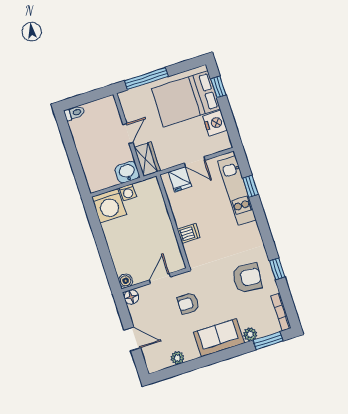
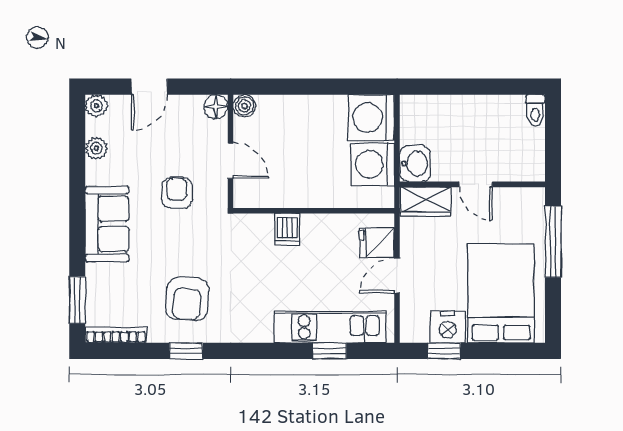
window: (218, 87) -> (444, 351), moved
washing machine: (128, 192) -> (373, 164), width x1.89, depth x1.89
plant: (250, 334) -> (96, 106), moved

